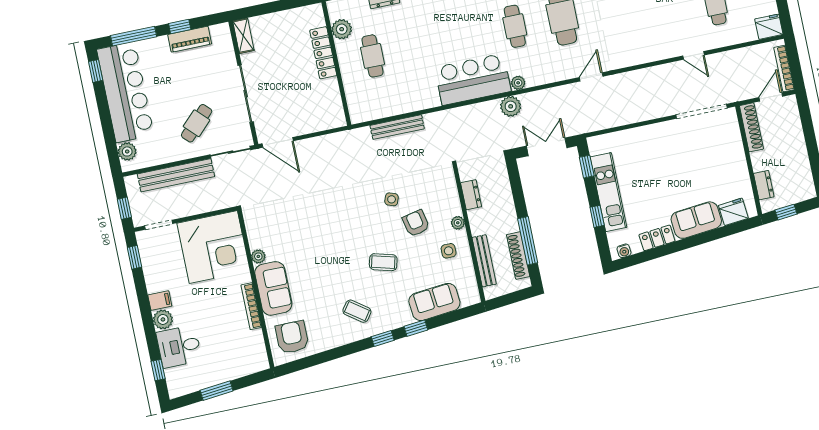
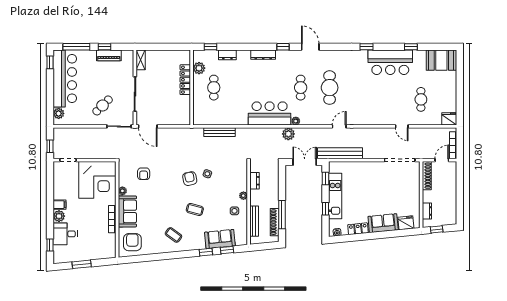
bench: (176, 175) -> (340, 153), moved
armchair: (287, 221) -> (144, 174), added
armchair: (416, 223) -> (190, 179), moved
window: (135, 257) -> (50, 176), removed
window: (383, 339) -> (227, 250), moved

